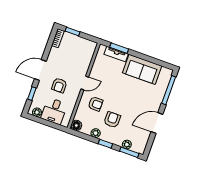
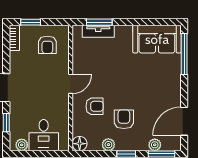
sofa: (142, 69) -> (157, 39), moved
armchair: (59, 85) -> (47, 45), moved
door: (157, 123) -> (184, 121), moved

